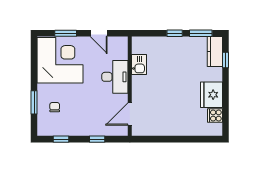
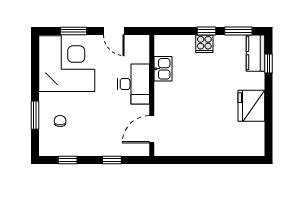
cooker: (215, 116) -> (204, 44), moved, turned -90

